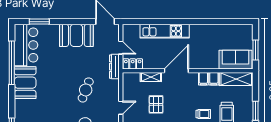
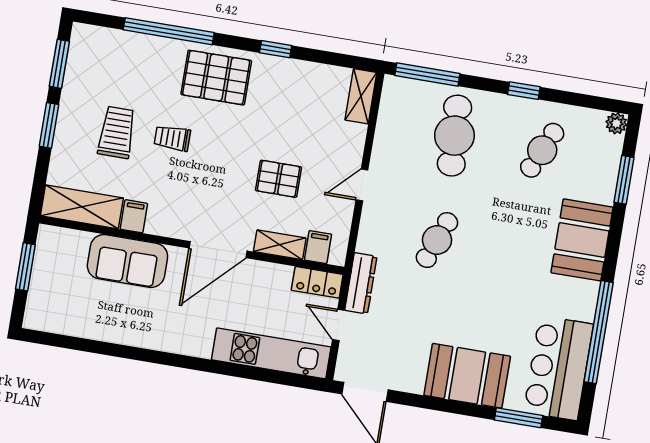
kitchen unit: (165, 31) -> (271, 353), moved
booth: (76, 35) -> (467, 376), moved
sofa: (235, 60) -> (127, 261), moved
filing cabinet: (203, 79) -> (318, 247), moved
booth: (25, 83) -> (582, 240), moved
pallet: (156, 104) -> (278, 179), turned 90

